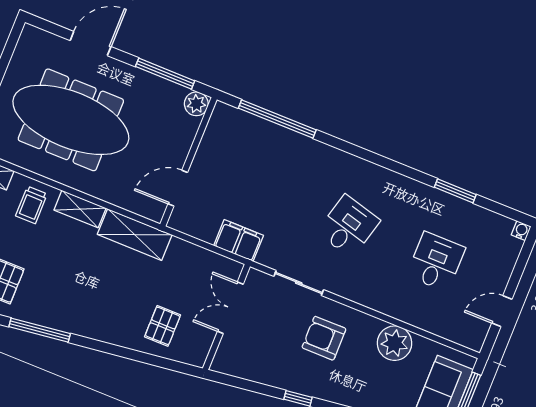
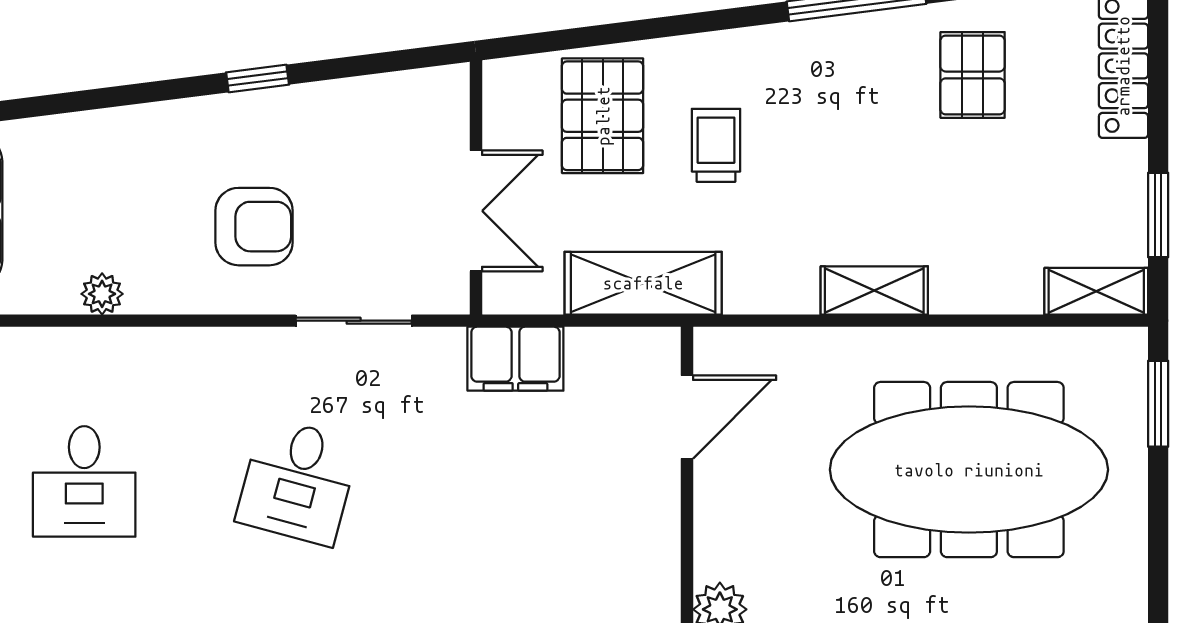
trolley: (31, 205) -> (716, 145), moved
shelving: (135, 235) -> (643, 283), moved
pallet: (163, 326) -> (603, 116), width x1.50, depth x1.42
plant: (394, 343) -> (102, 294), width x0.53, depth x0.53

